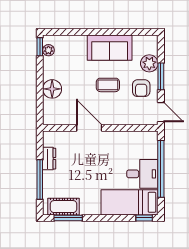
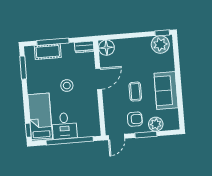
plant: (48, 50) -> (160, 44), width x1.88, depth x1.88
armchair: (141, 88) -> (135, 119), turned 180
floor lamp: (52, 89) -> (106, 48), moved
dresser: (49, 159) -> (84, 47), moved
stool: (94, 167) -> (67, 86), added
cot: (64, 207) -> (48, 52), moved, turned 90

